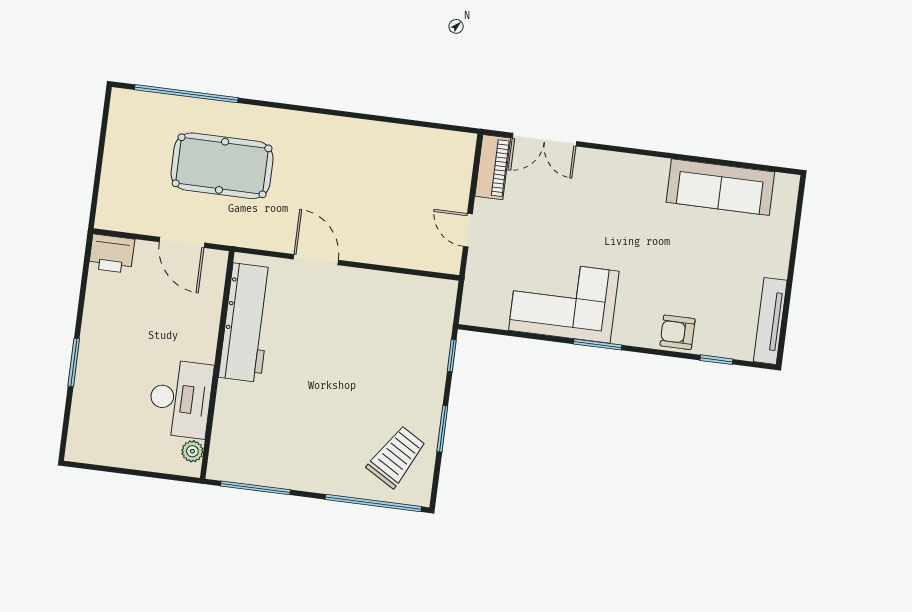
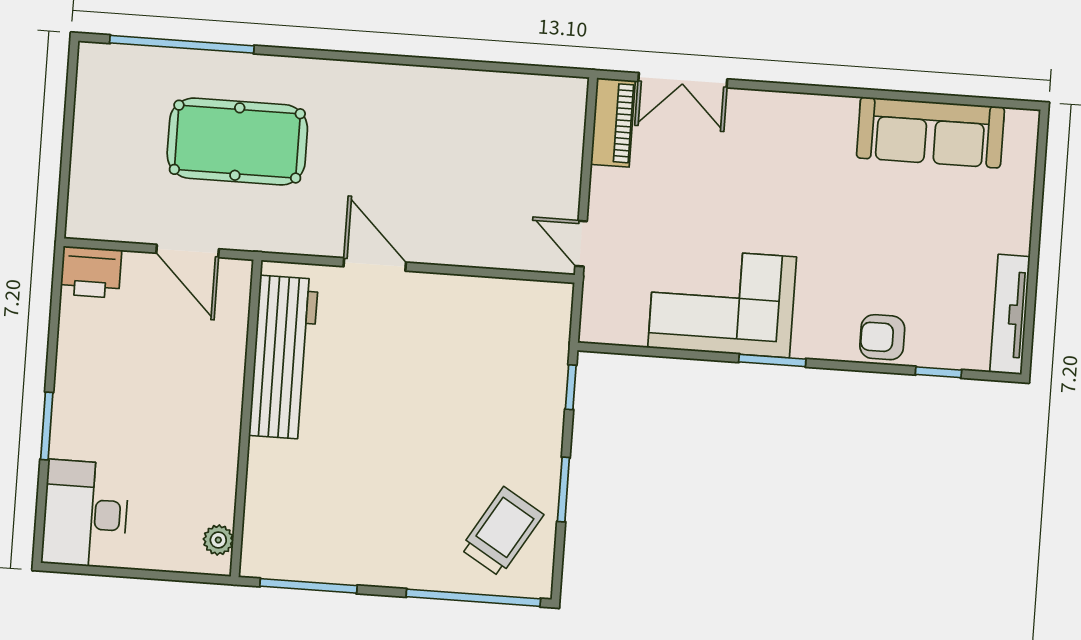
door: (468, 230) -> (581, 244), moved
desk: (180, 399) -> (85, 514), moved, turned 180

